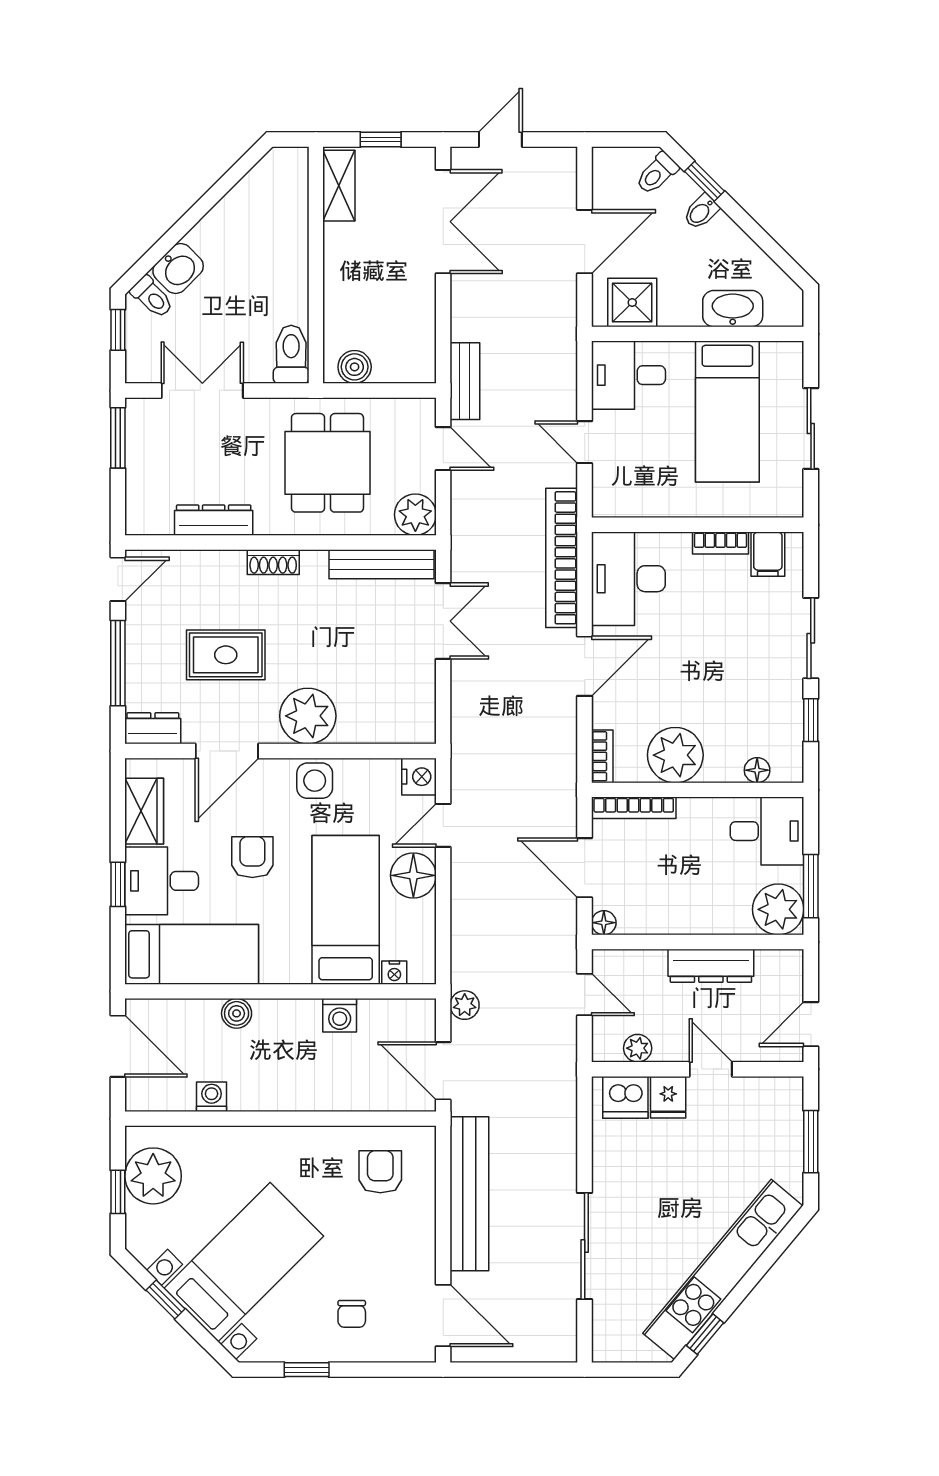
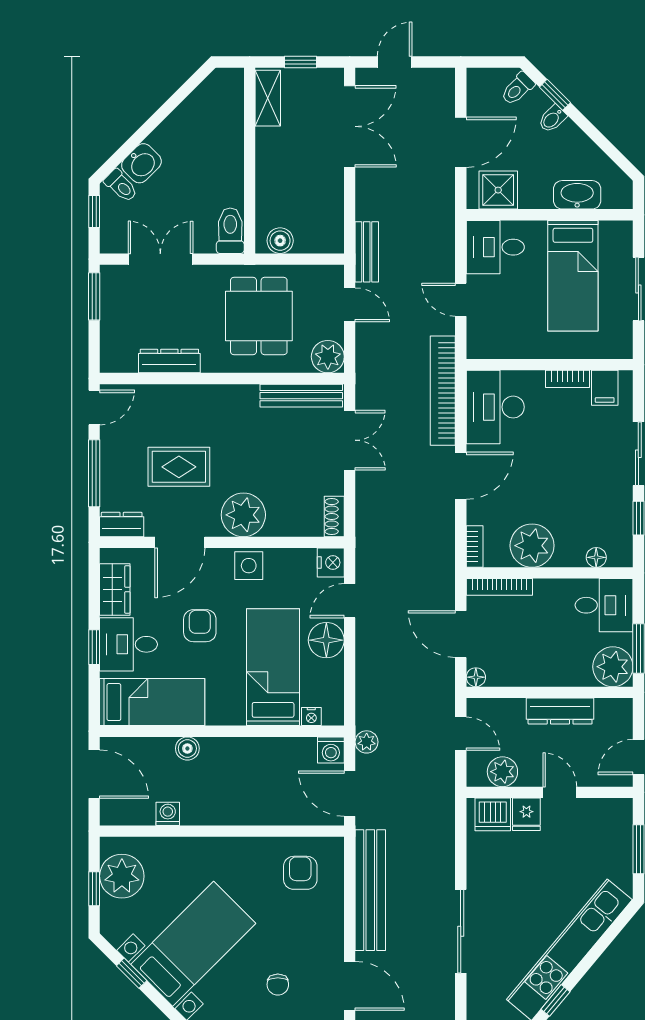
shoe rack: (273, 562) -> (334, 517), moved, turned 90
washing machine: (340, 1015) -> (331, 750), moved
plant: (638, 1048) -> (502, 772), width x1.38, depth x1.38

